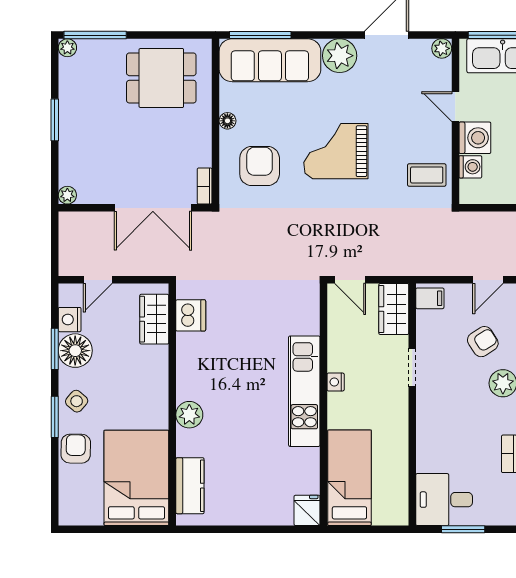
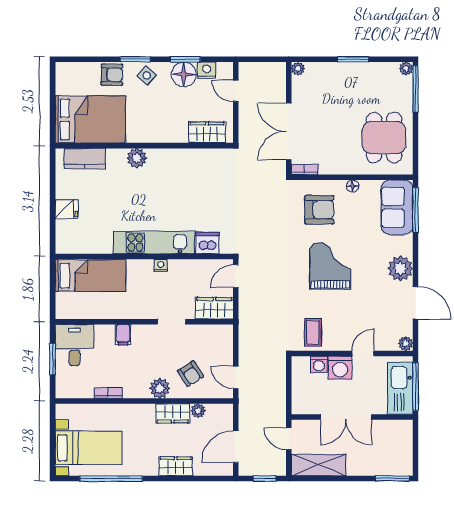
sofa: (270, 60) -> (397, 207), width x0.73
filing cabinet: (430, 298) -> (123, 335), moved
dishwasher: (191, 315) -> (208, 243), moved, turned 180
fridge: (307, 510) -> (67, 209), moved

